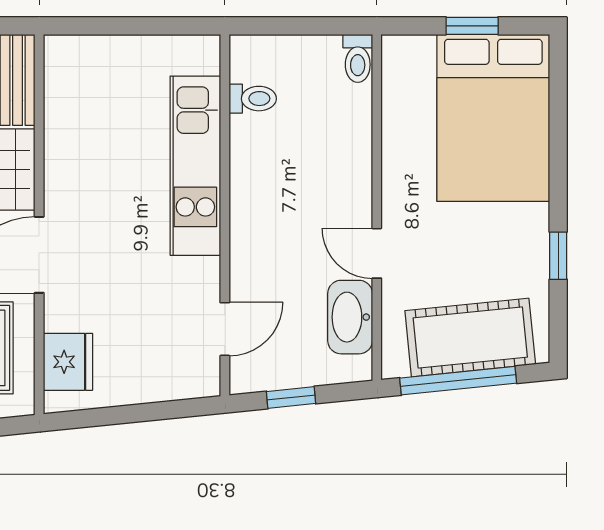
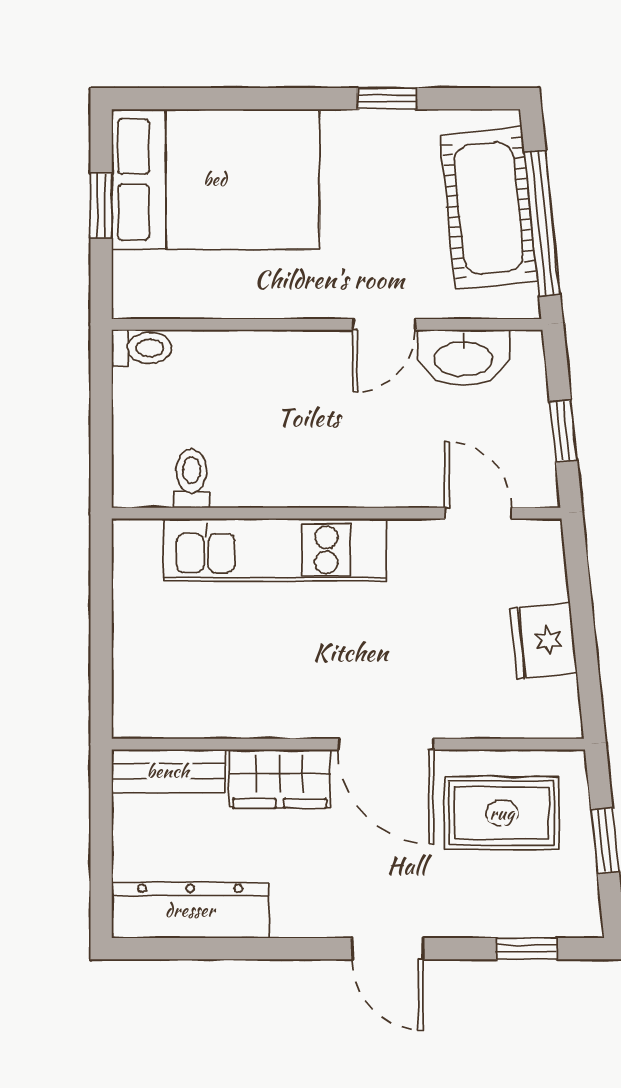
fridge: (68, 362) -> (543, 641), moved, turned -96

